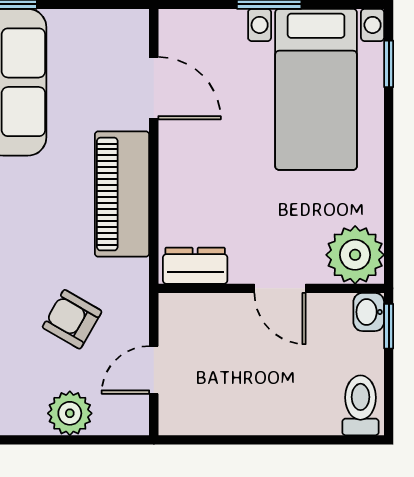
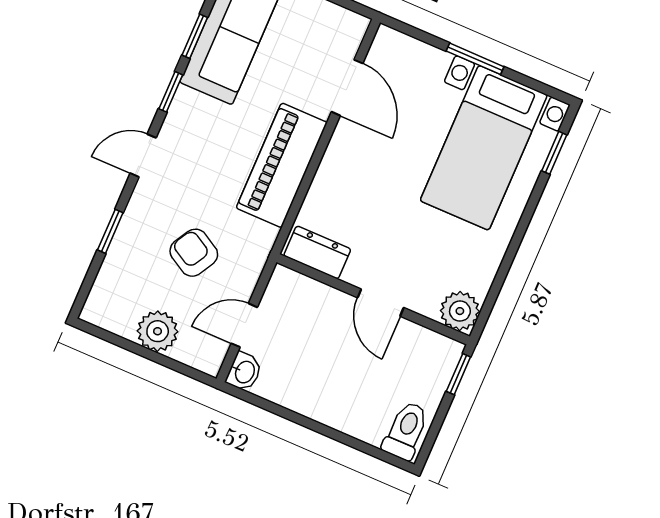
plant: (355, 255) -> (460, 311), width x0.73, depth x0.73
washbasin: (369, 312) -> (244, 372), moved, turned 180

